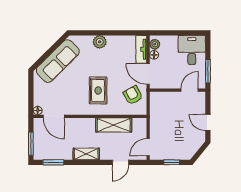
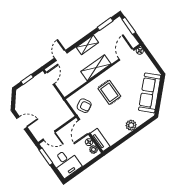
door: (148, 74) -> (84, 127), swing flipped
door: (190, 90) -> (49, 136), hinge flipped
door: (54, 116) -> (126, 55), hinge flipped
shelving: (114, 125) -> (96, 68), moved

